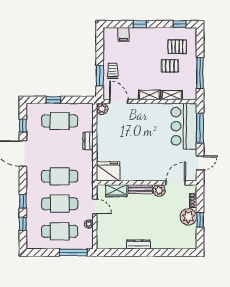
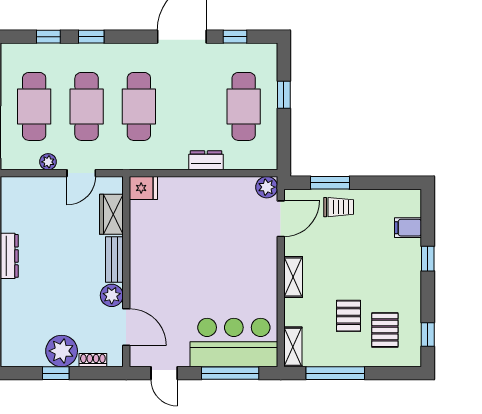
shelving: (172, 95) -> (293, 347), moved
fridge: (108, 171) -> (143, 188), width x0.53, depth x0.75

